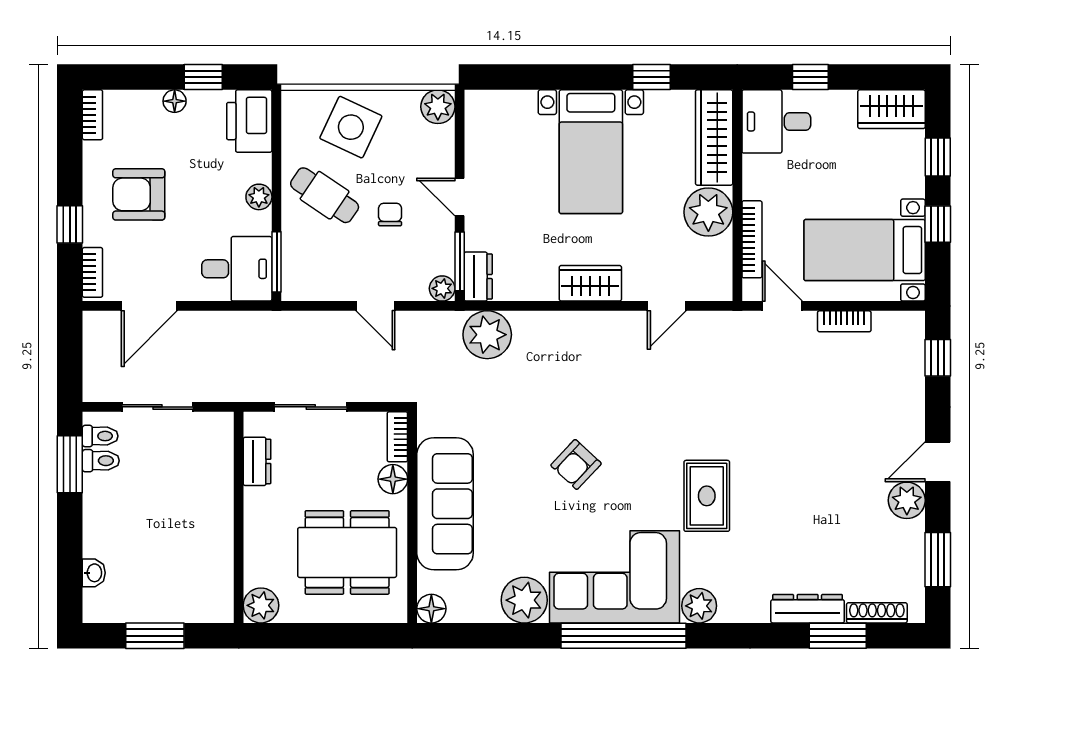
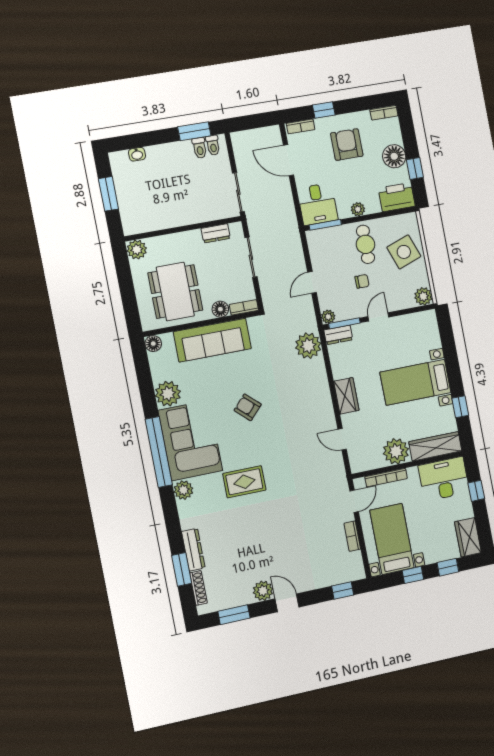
floor lamp: (175, 101) -> (394, 156), width x1.89, depth x1.89
desk: (776, 121) -> (444, 479), width x1.37
side table: (351, 127) -> (404, 252), turned 45
cafe table: (325, 195) -> (365, 244), turned -34
sliding door: (158, 407) -> (238, 192), moved

